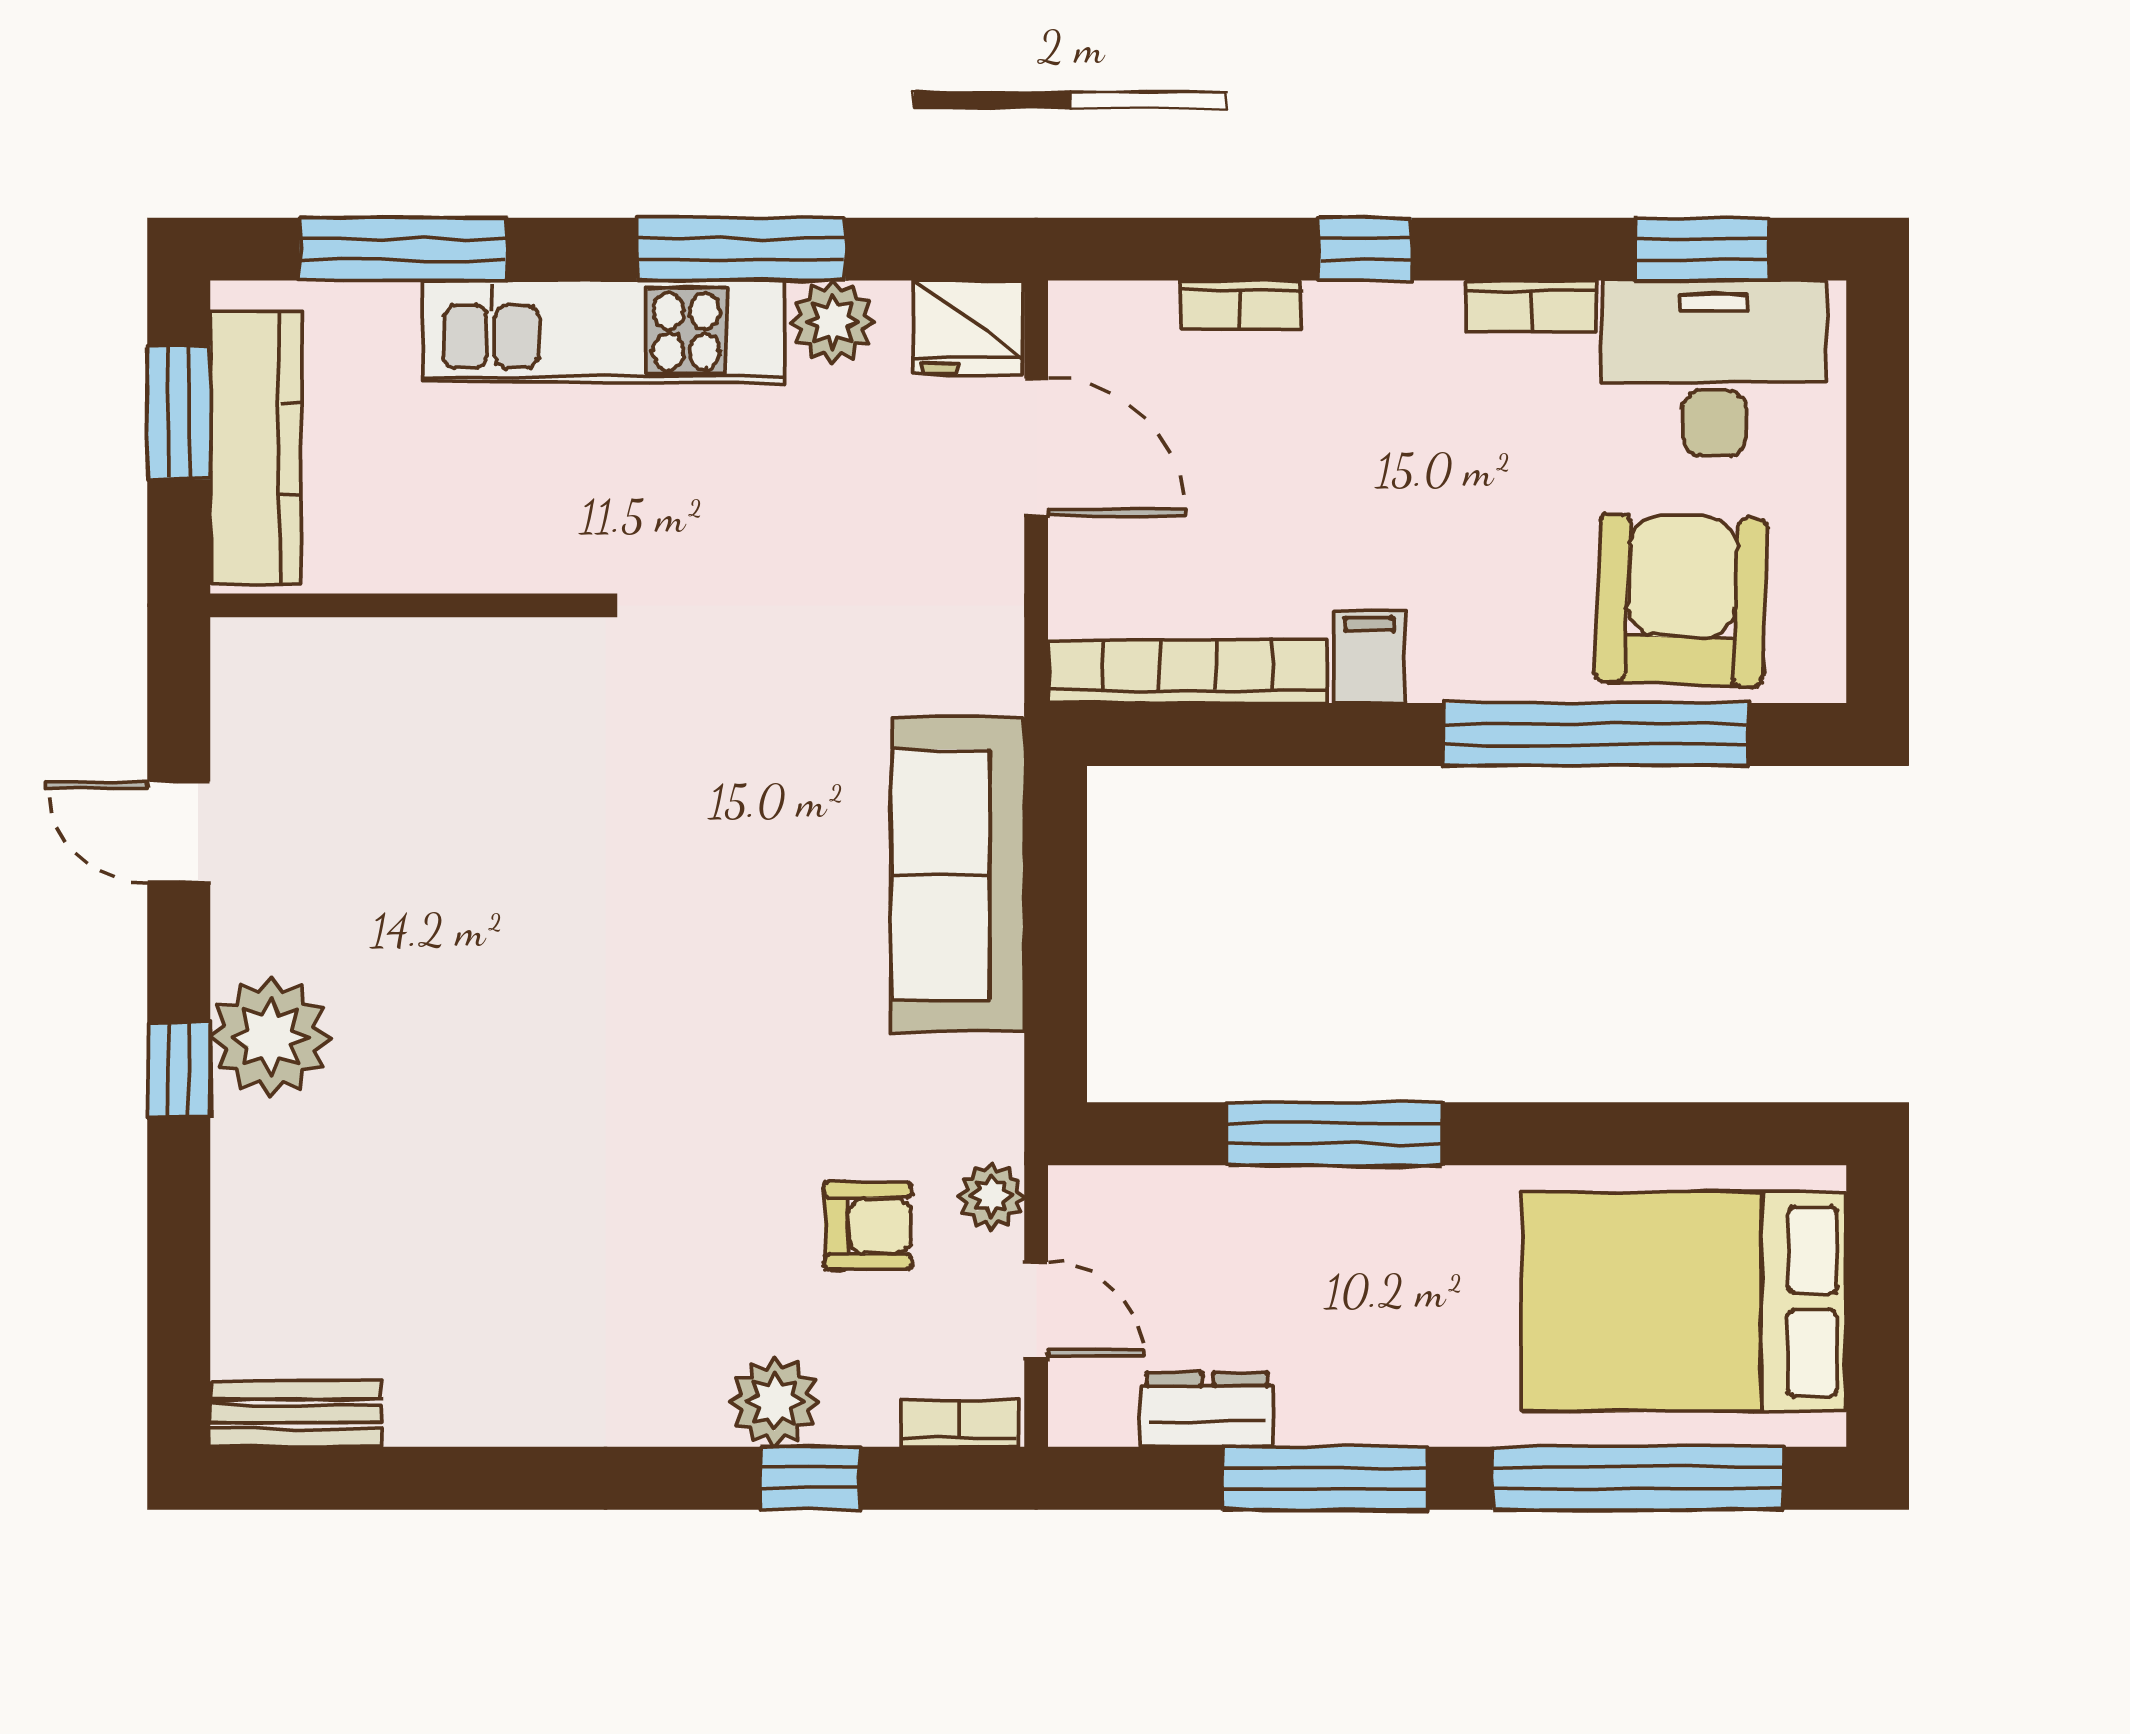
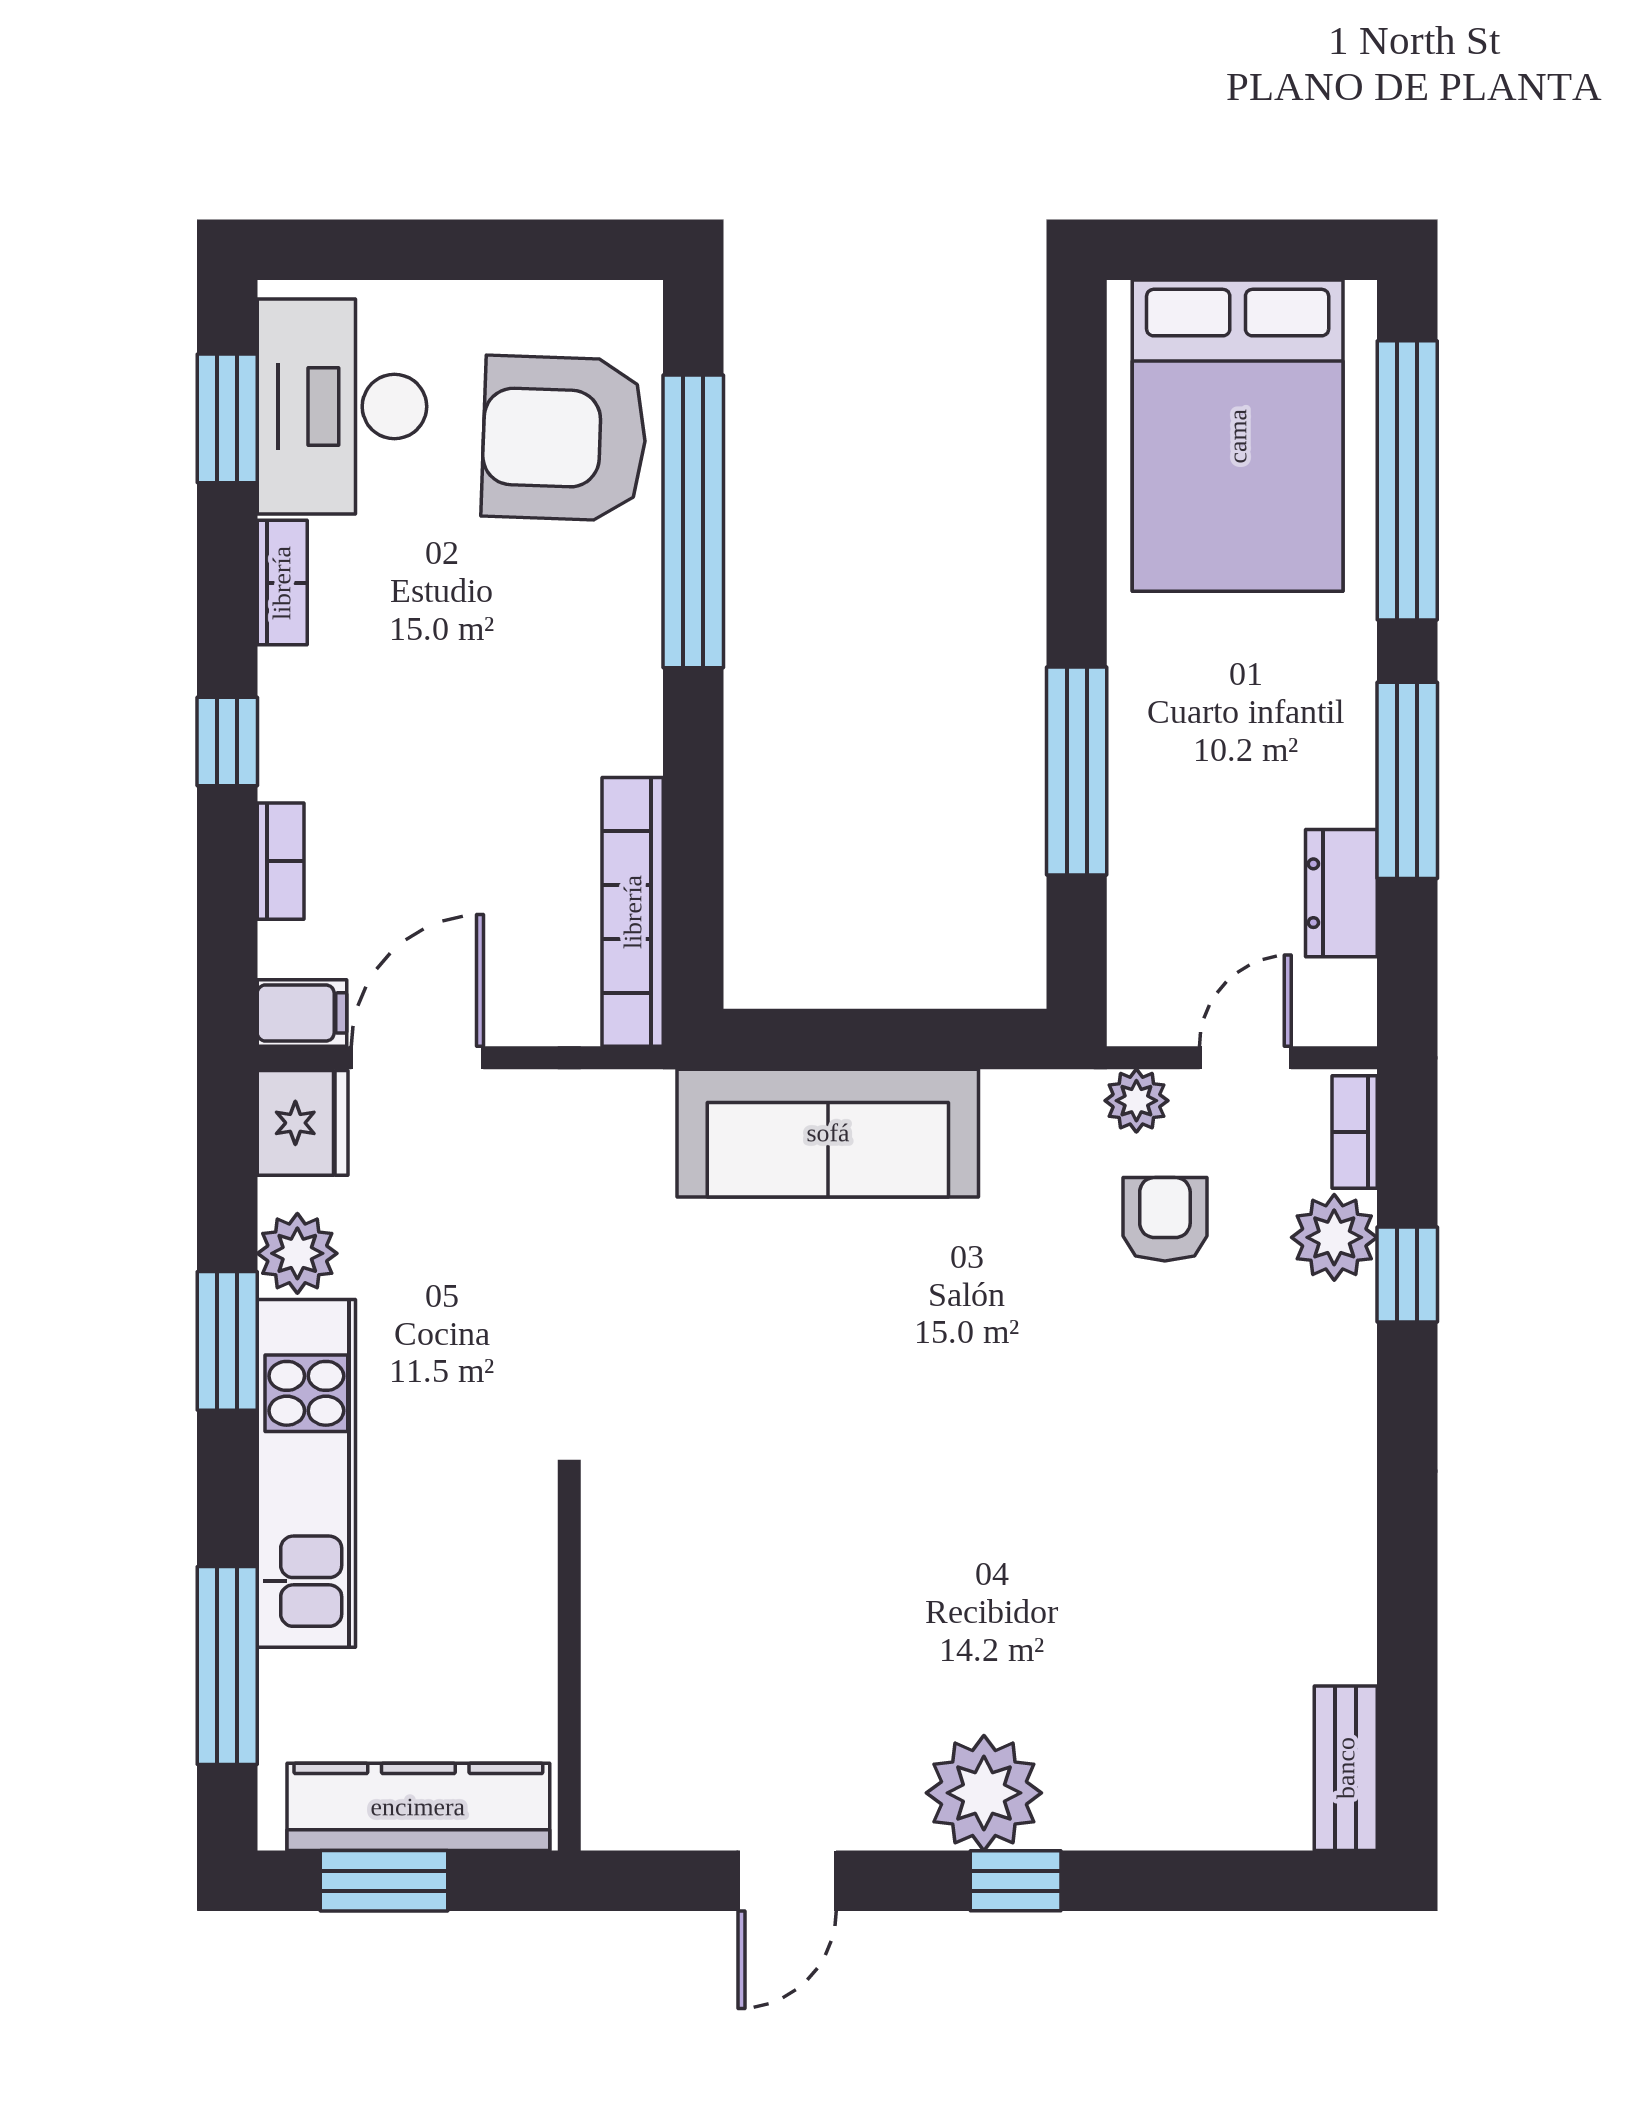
window: (741, 249) -> (227, 1341), width x0.69
filing cabinet: (1369, 657) -> (302, 1013), moved, turned 180
plant: (775, 1402) -> (1334, 1237), moved

